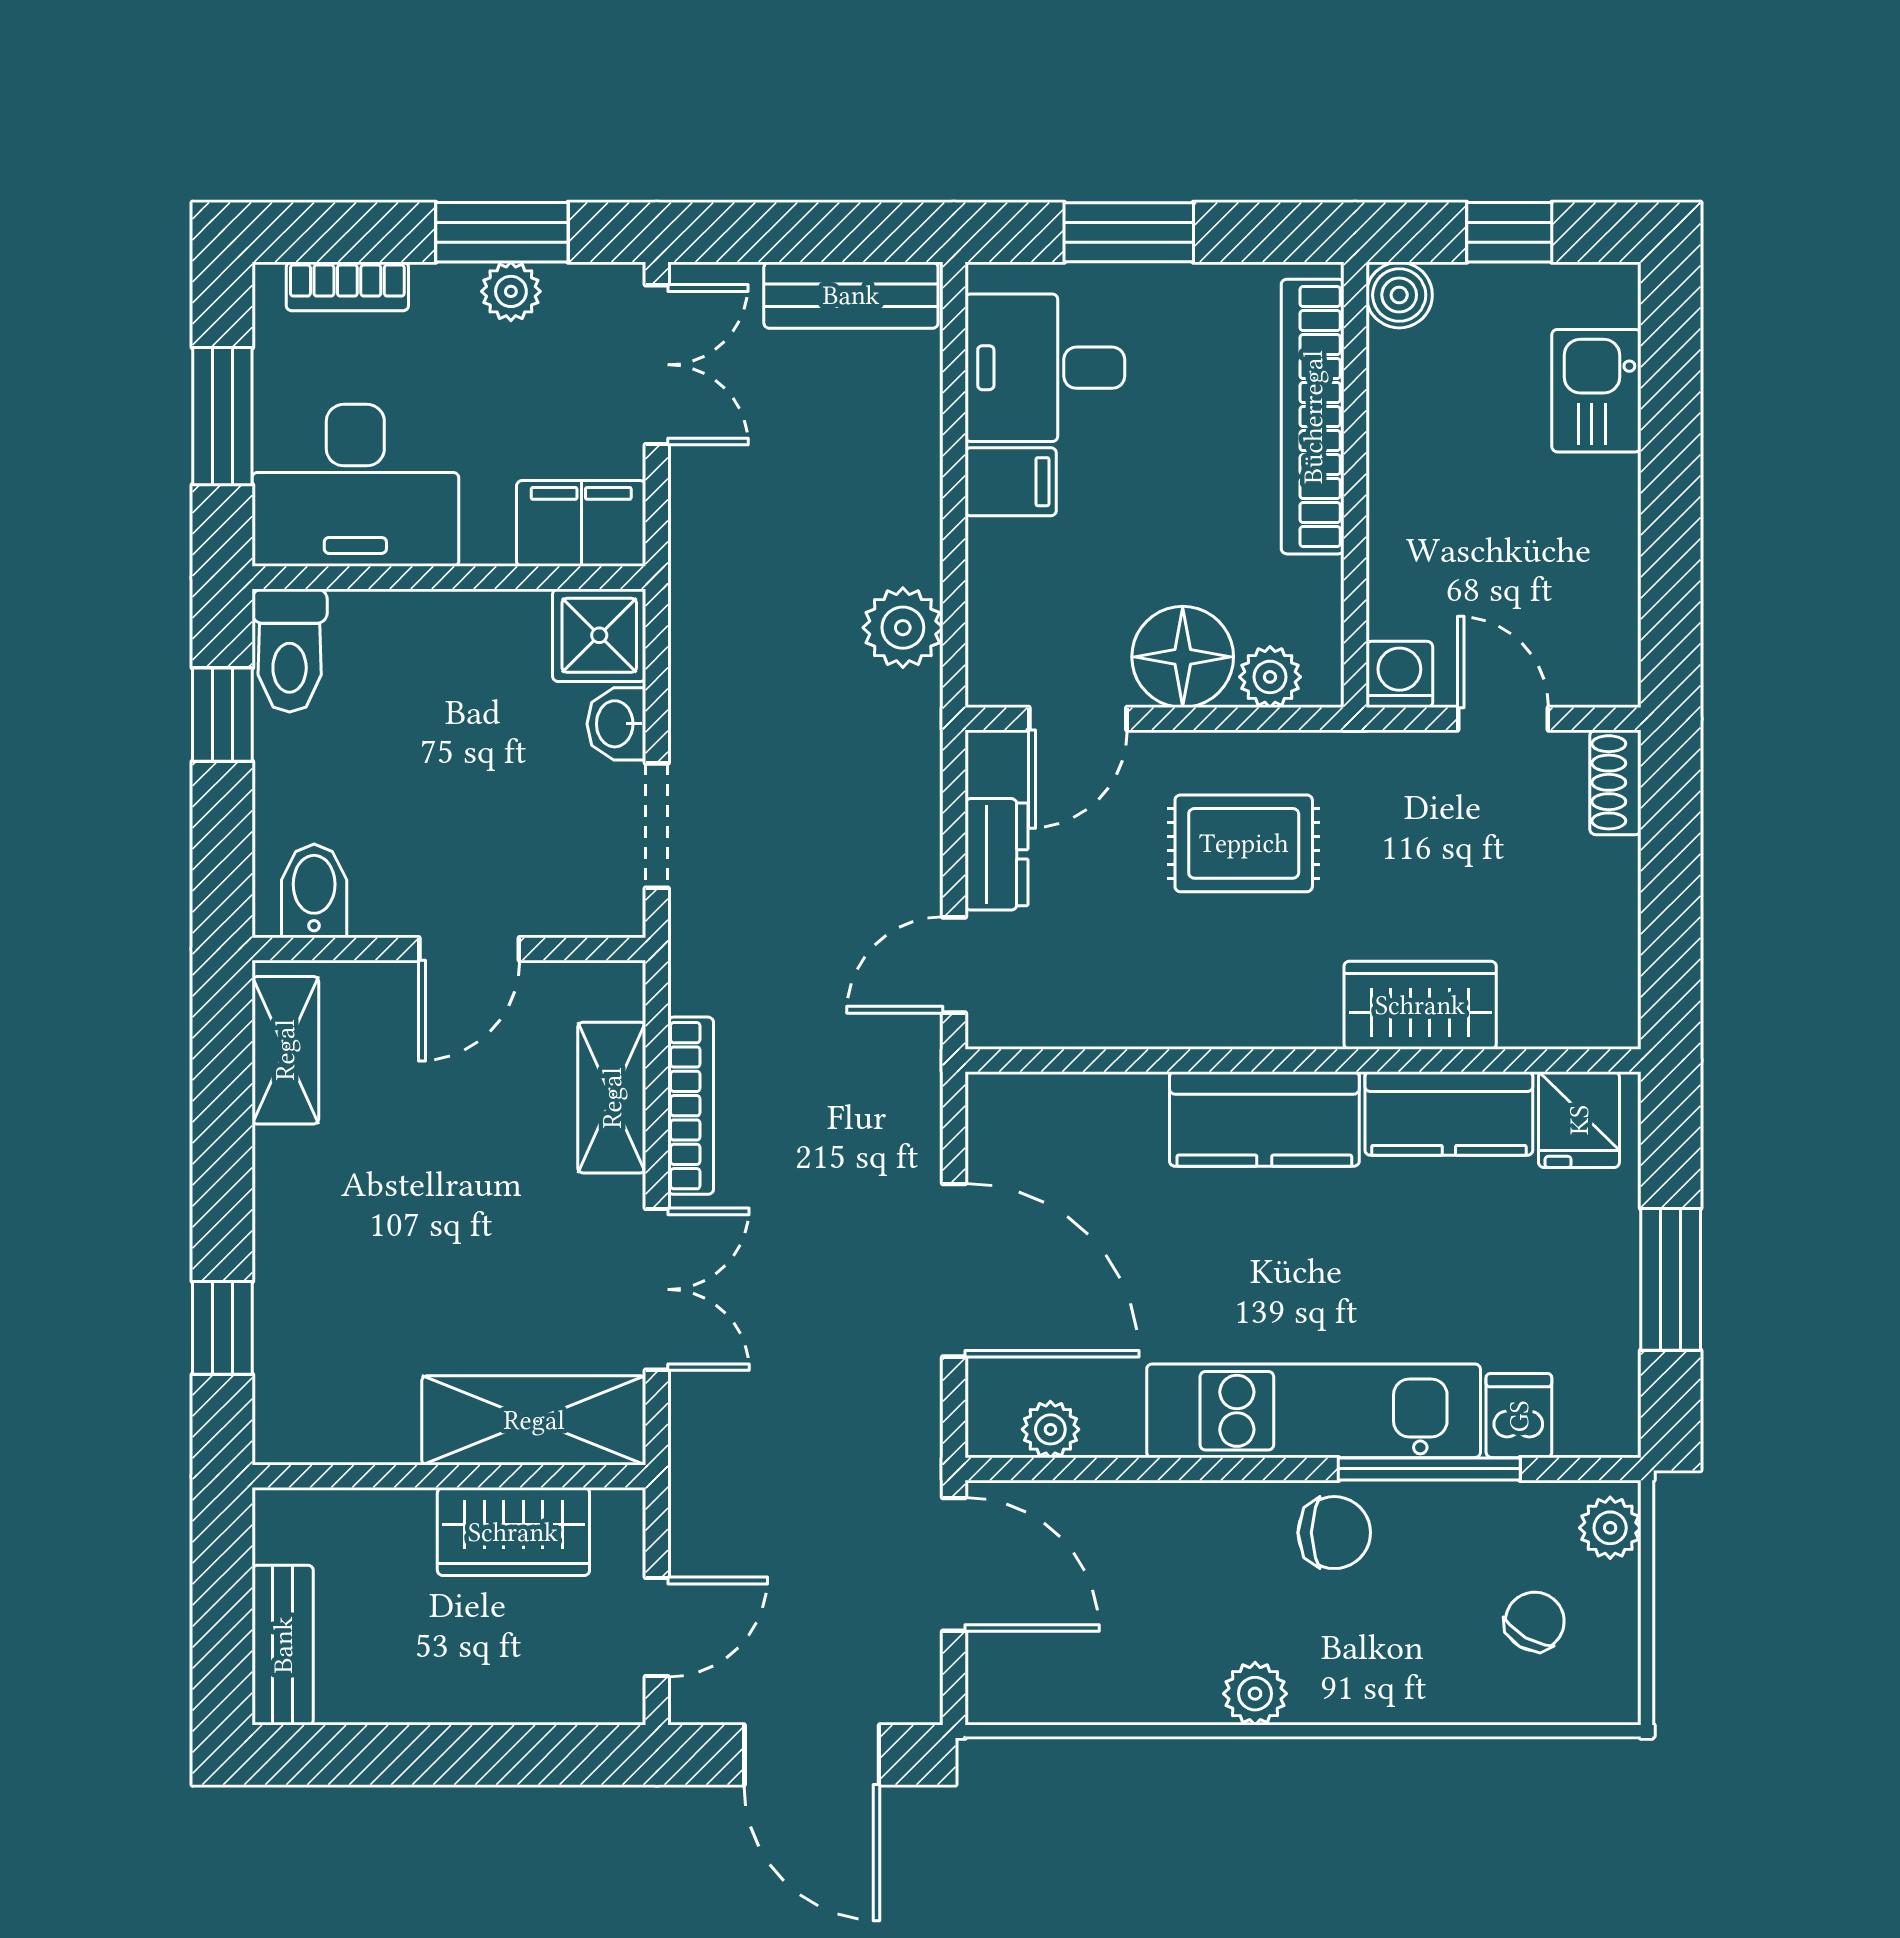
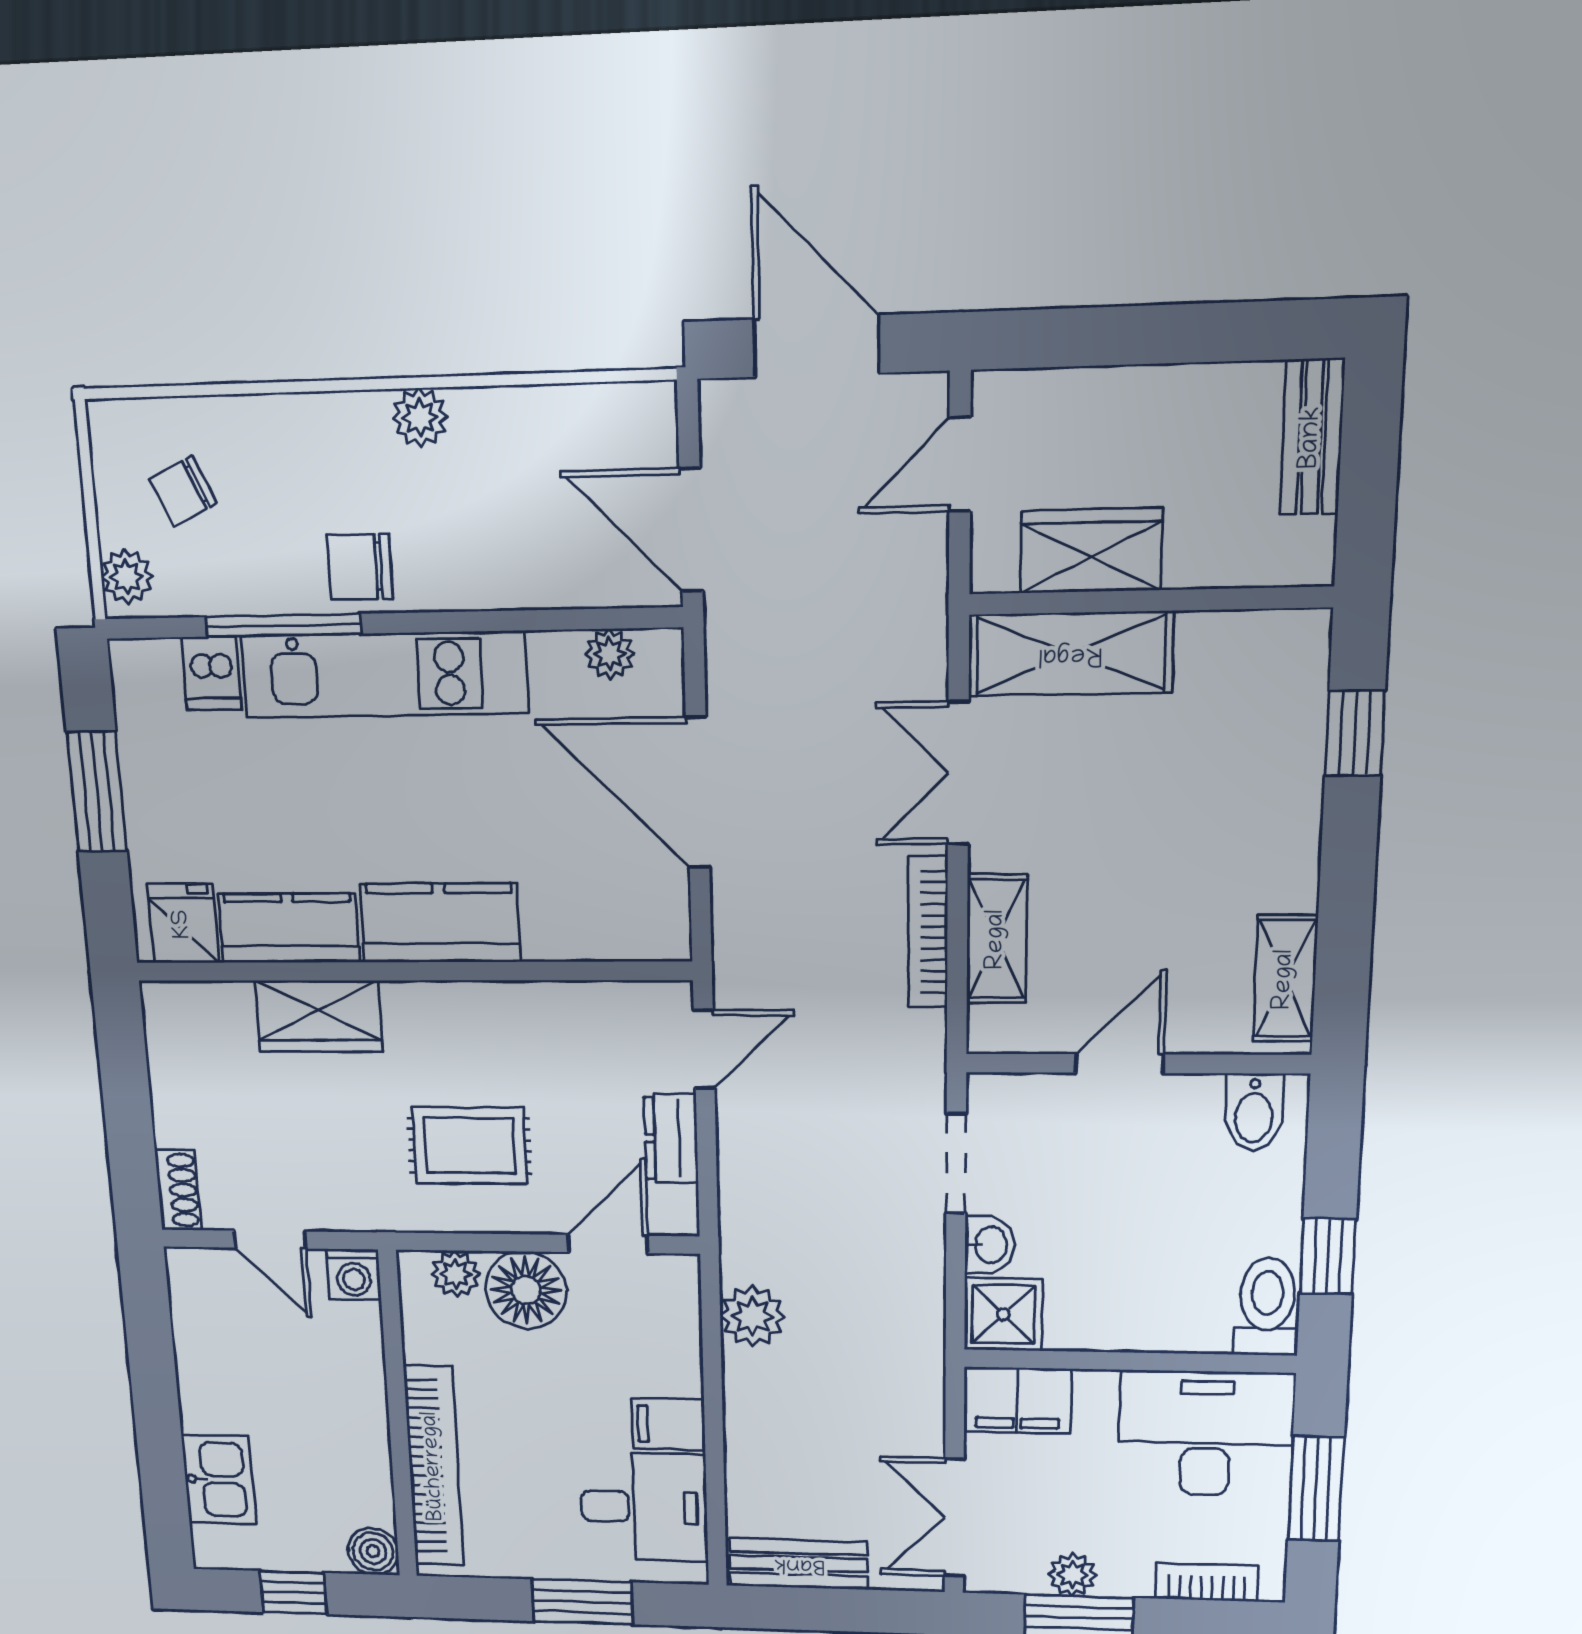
chair: (1535, 1621) -> (183, 491), turned 35

